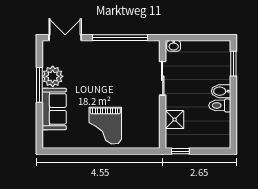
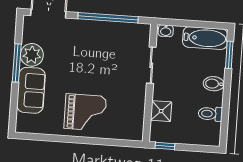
bathtub: (210, 50) -> (205, 38), added
toilet: (220, 105) -> (210, 114), moved
grand piano: (105, 126) -> (85, 112), turned -90

